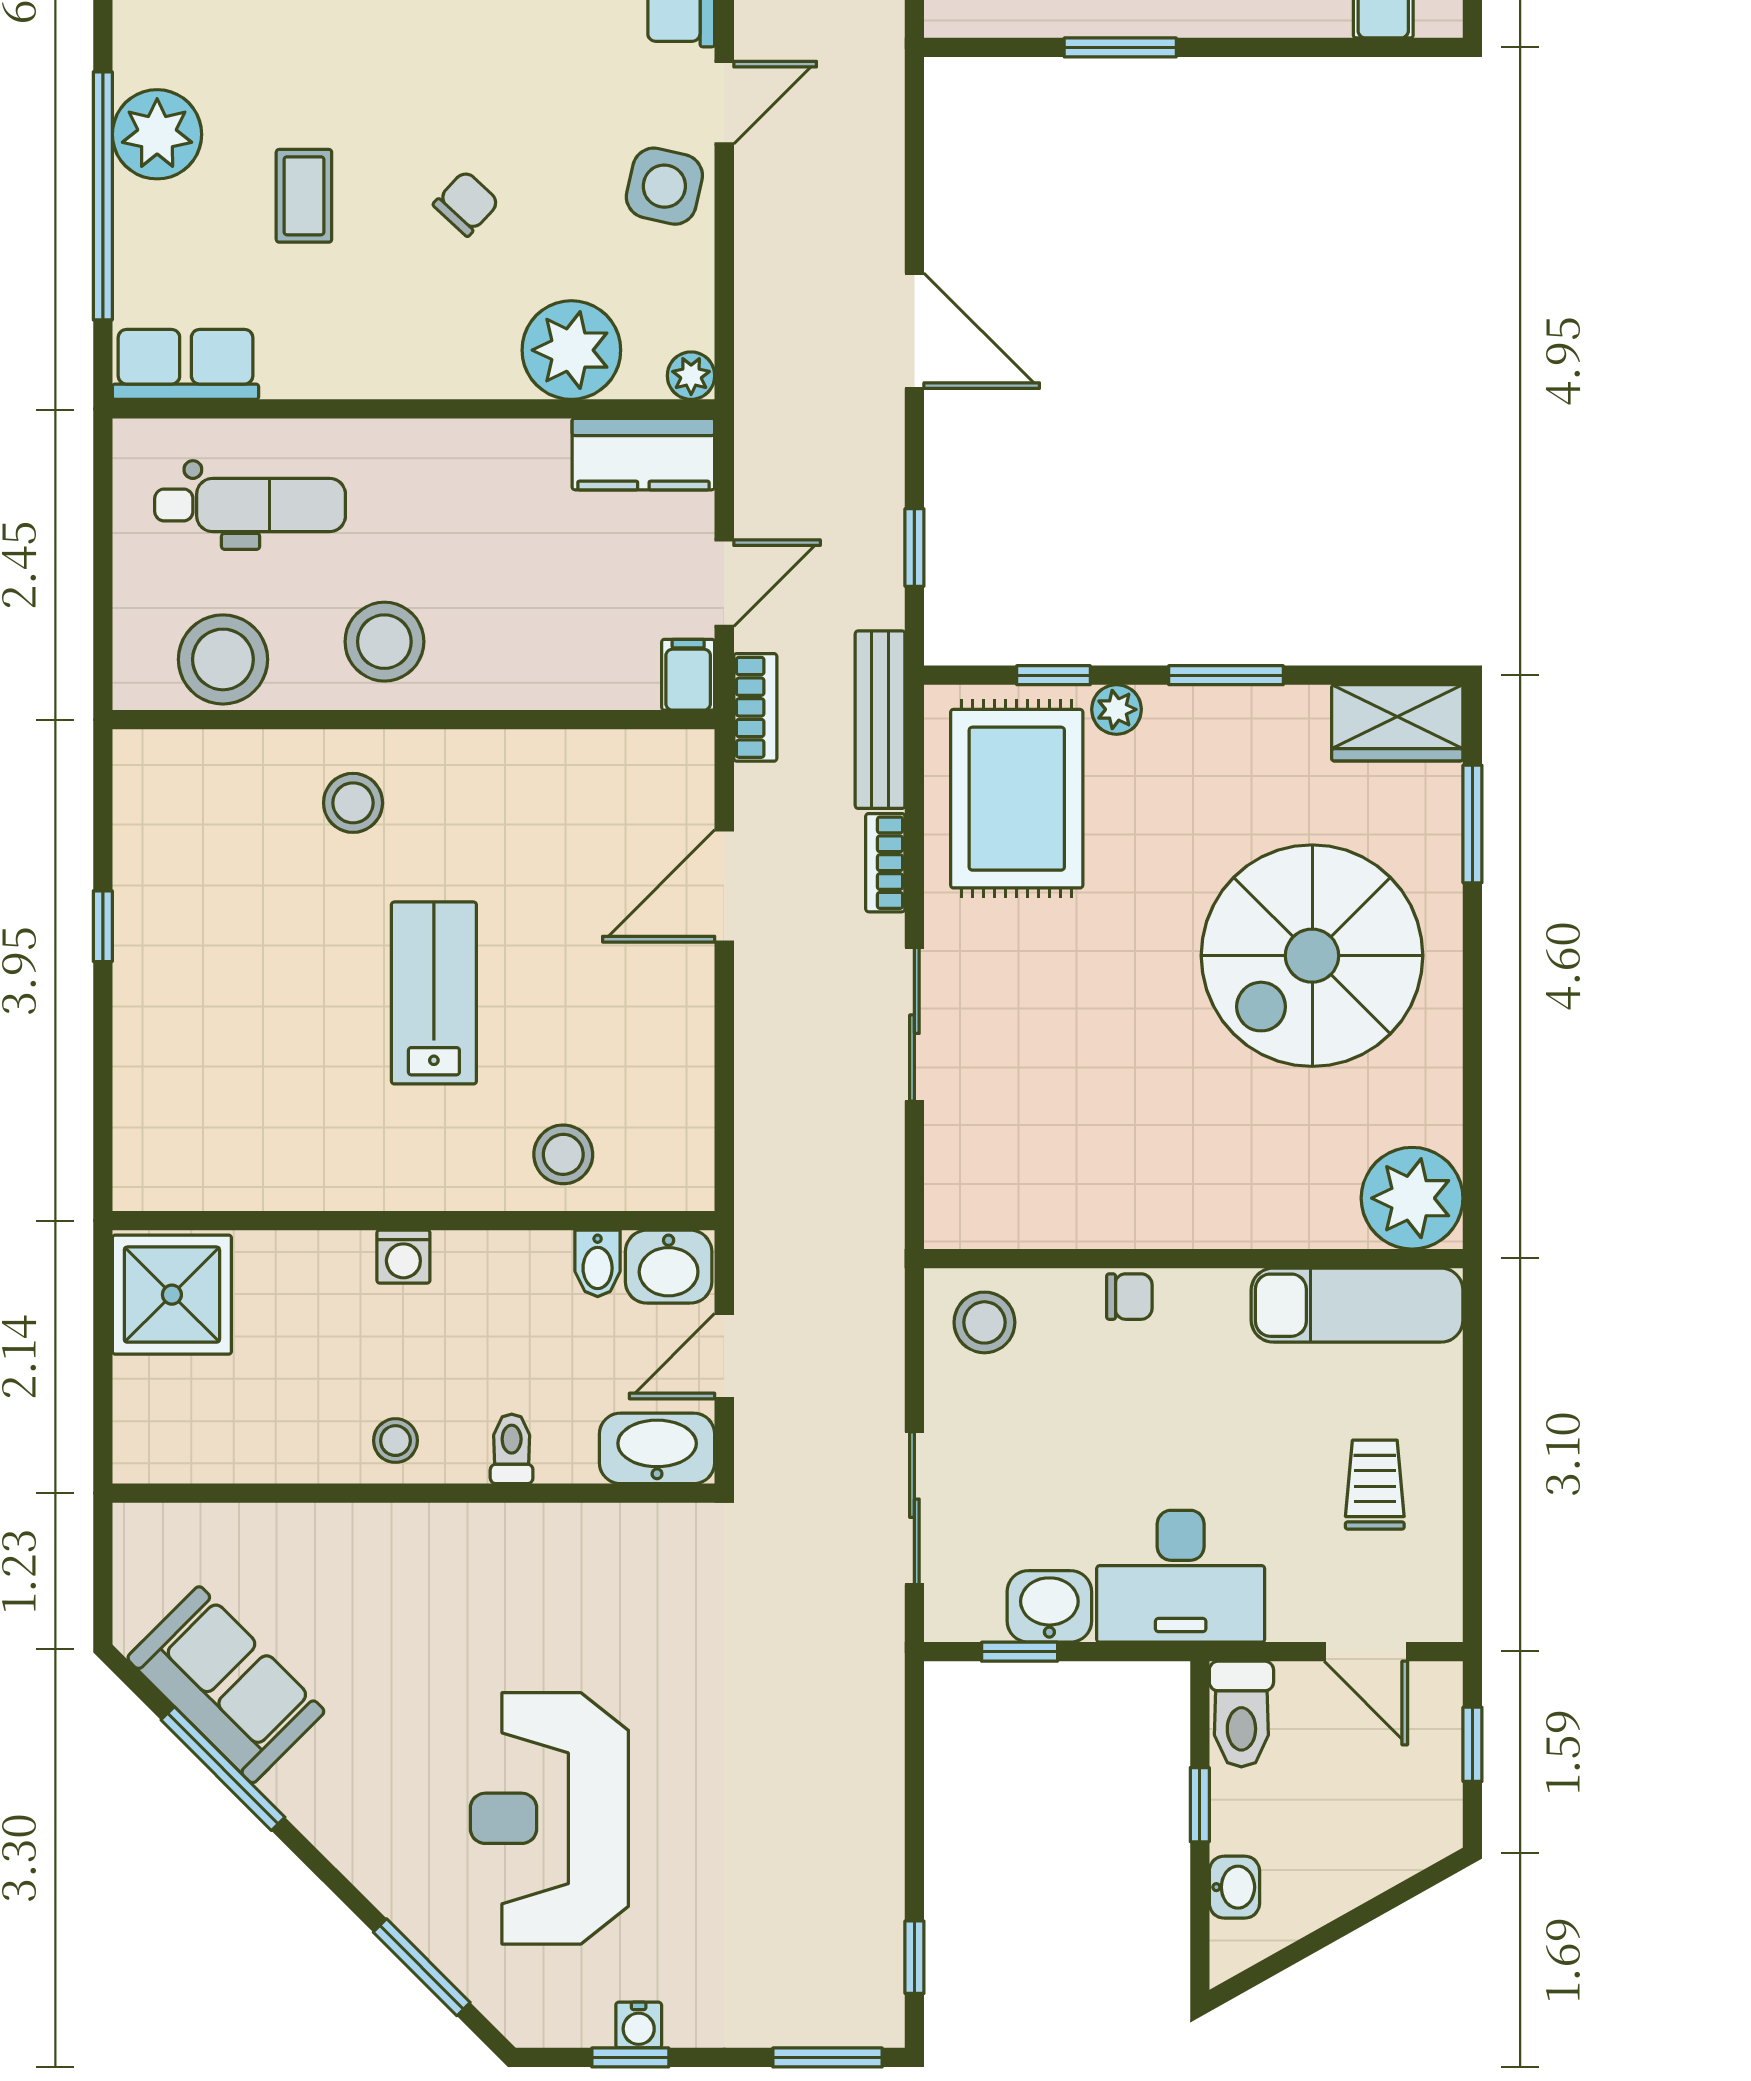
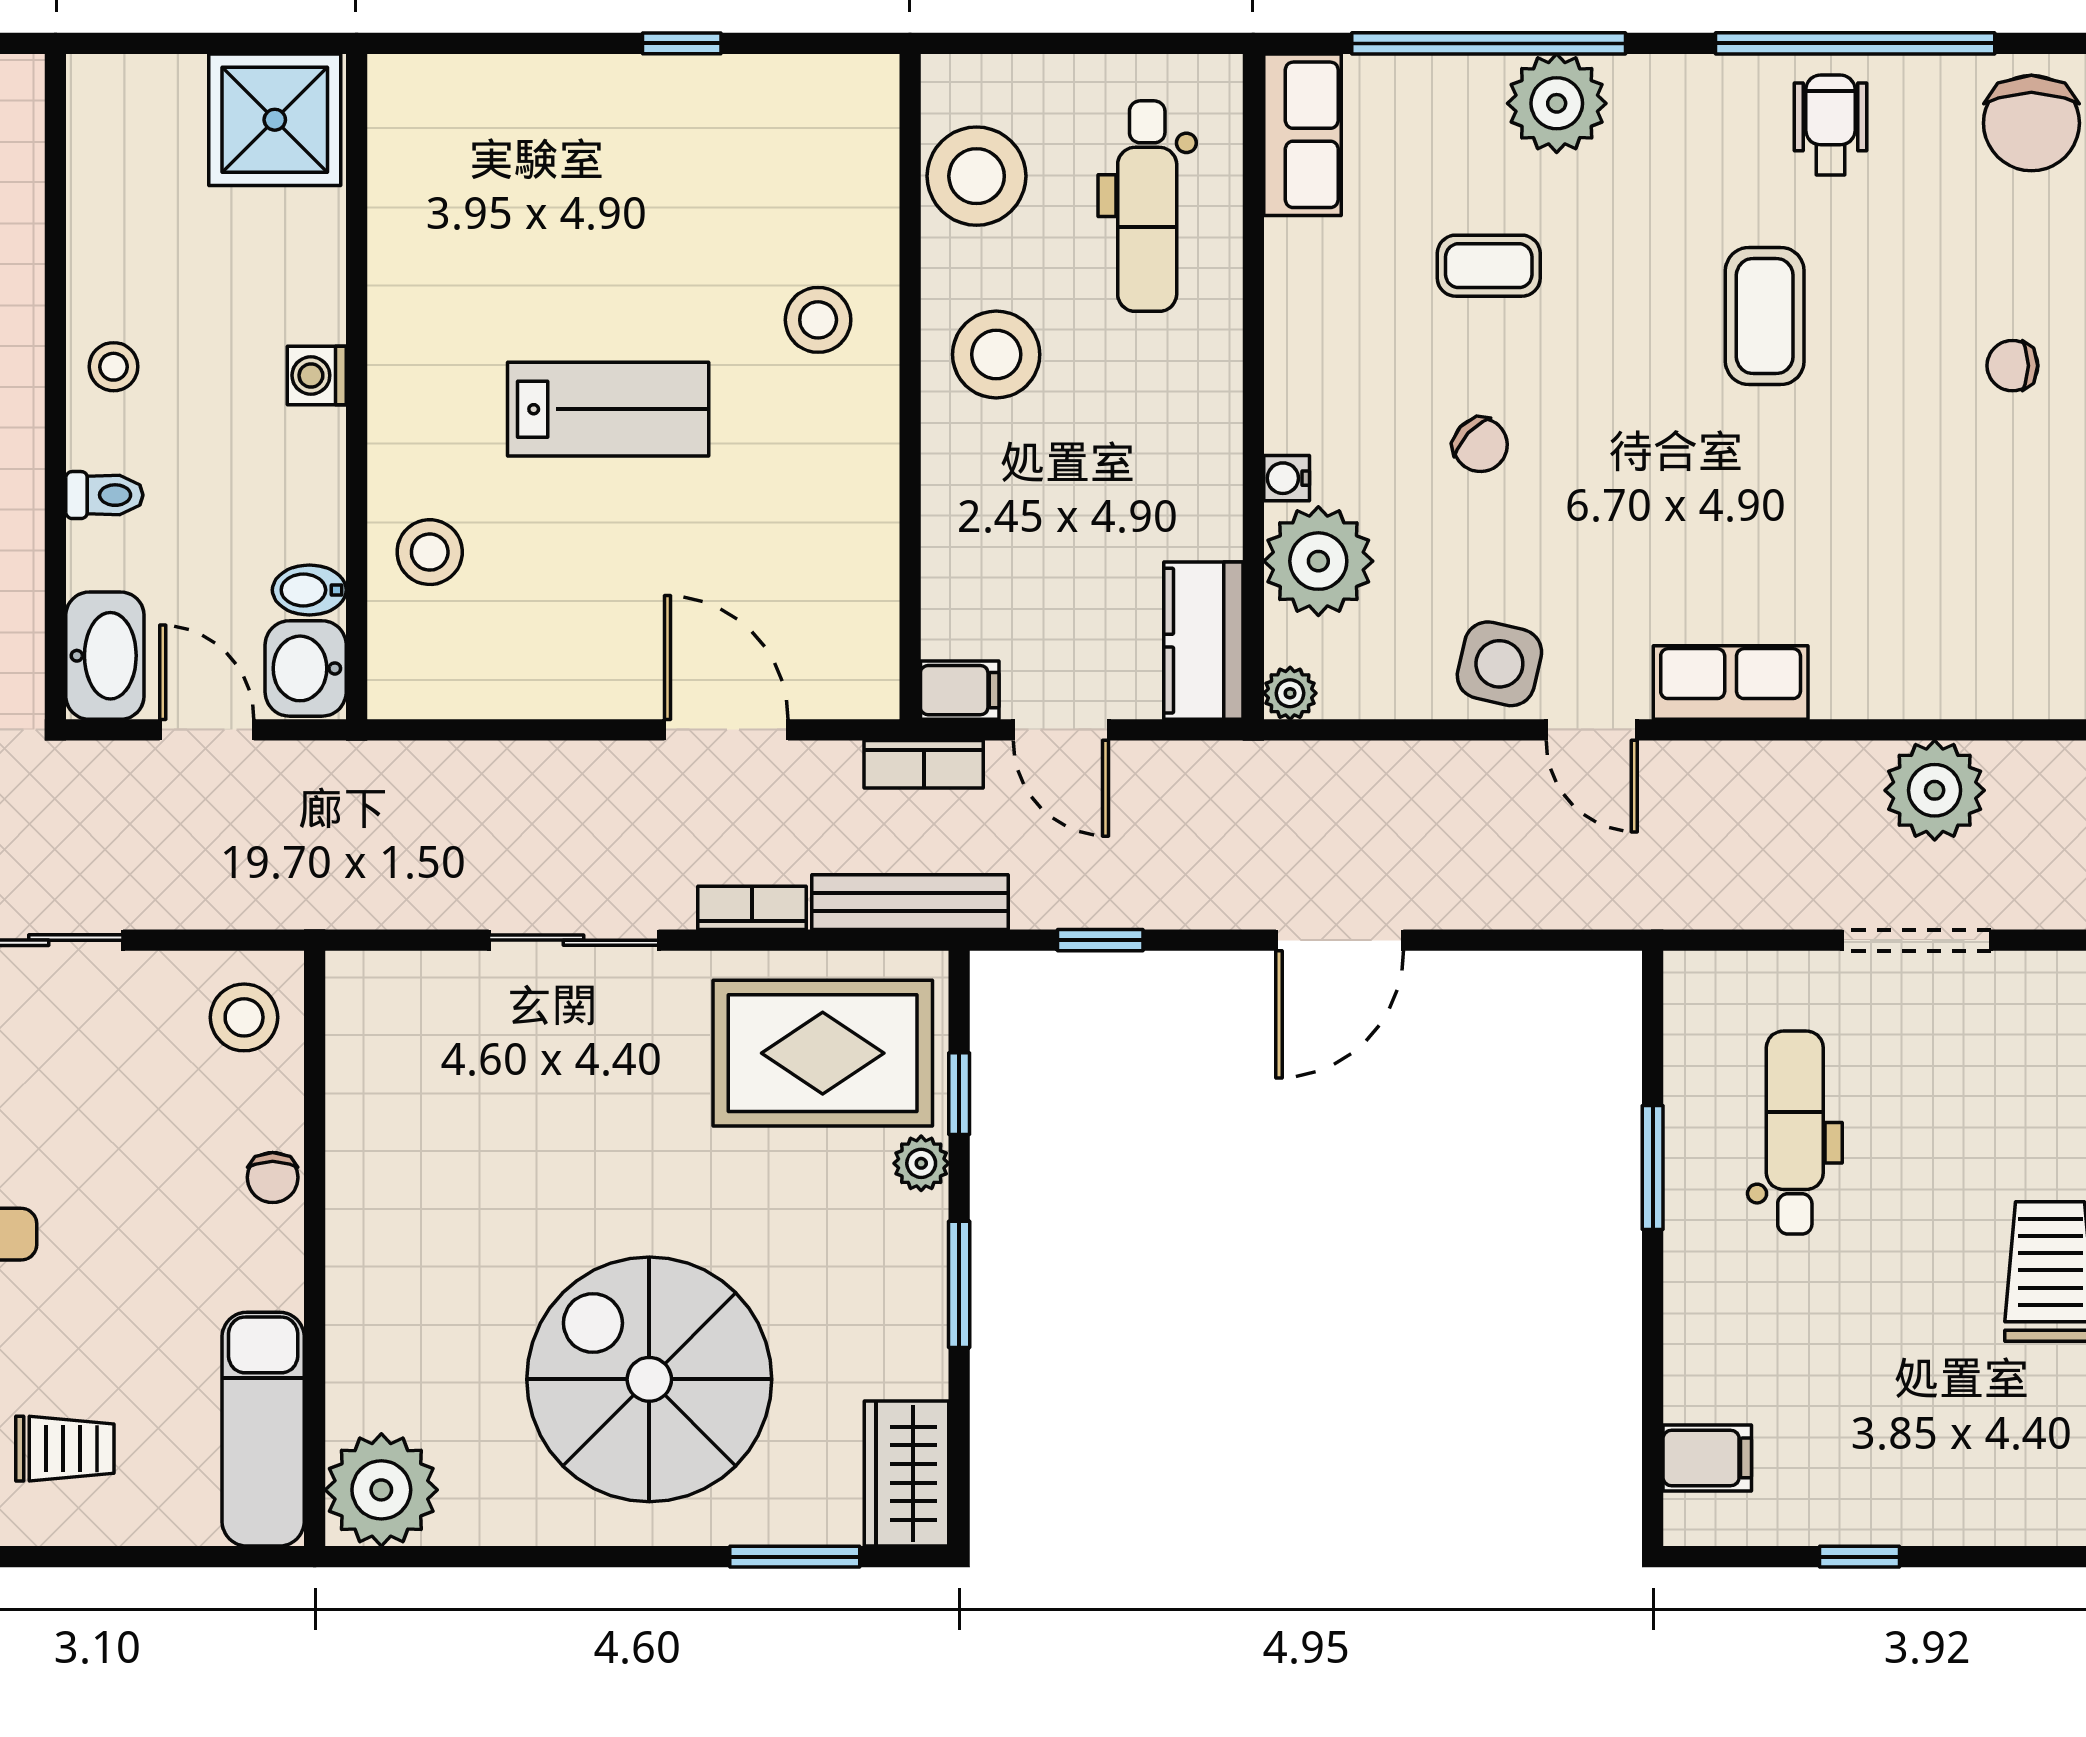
water cooler: (496, 379) -> (1287, 478), added

